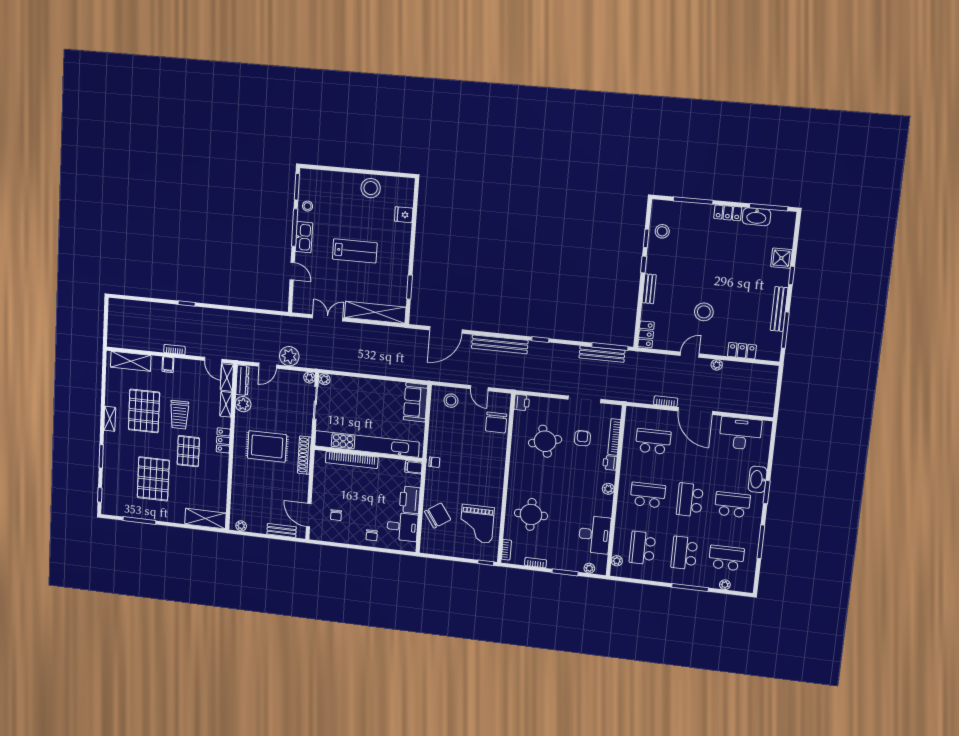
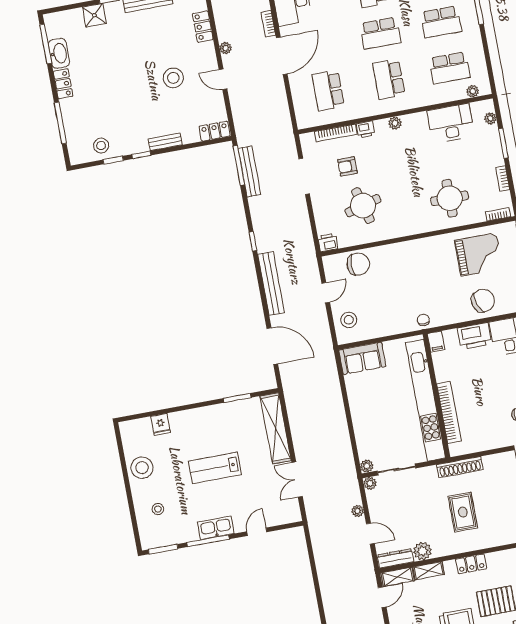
stool: (308, 206) -> (158, 509), moved
lab bench: (355, 251) -> (215, 468), turned -90
plant: (289, 356) -> (358, 511), width x0.53, depth x0.53
bookcase: (666, 401) -> (268, 24), moved
rug: (267, 446) -> (463, 512), width x0.73, depth x0.70
chair: (437, 516) -> (483, 301), turned 105

